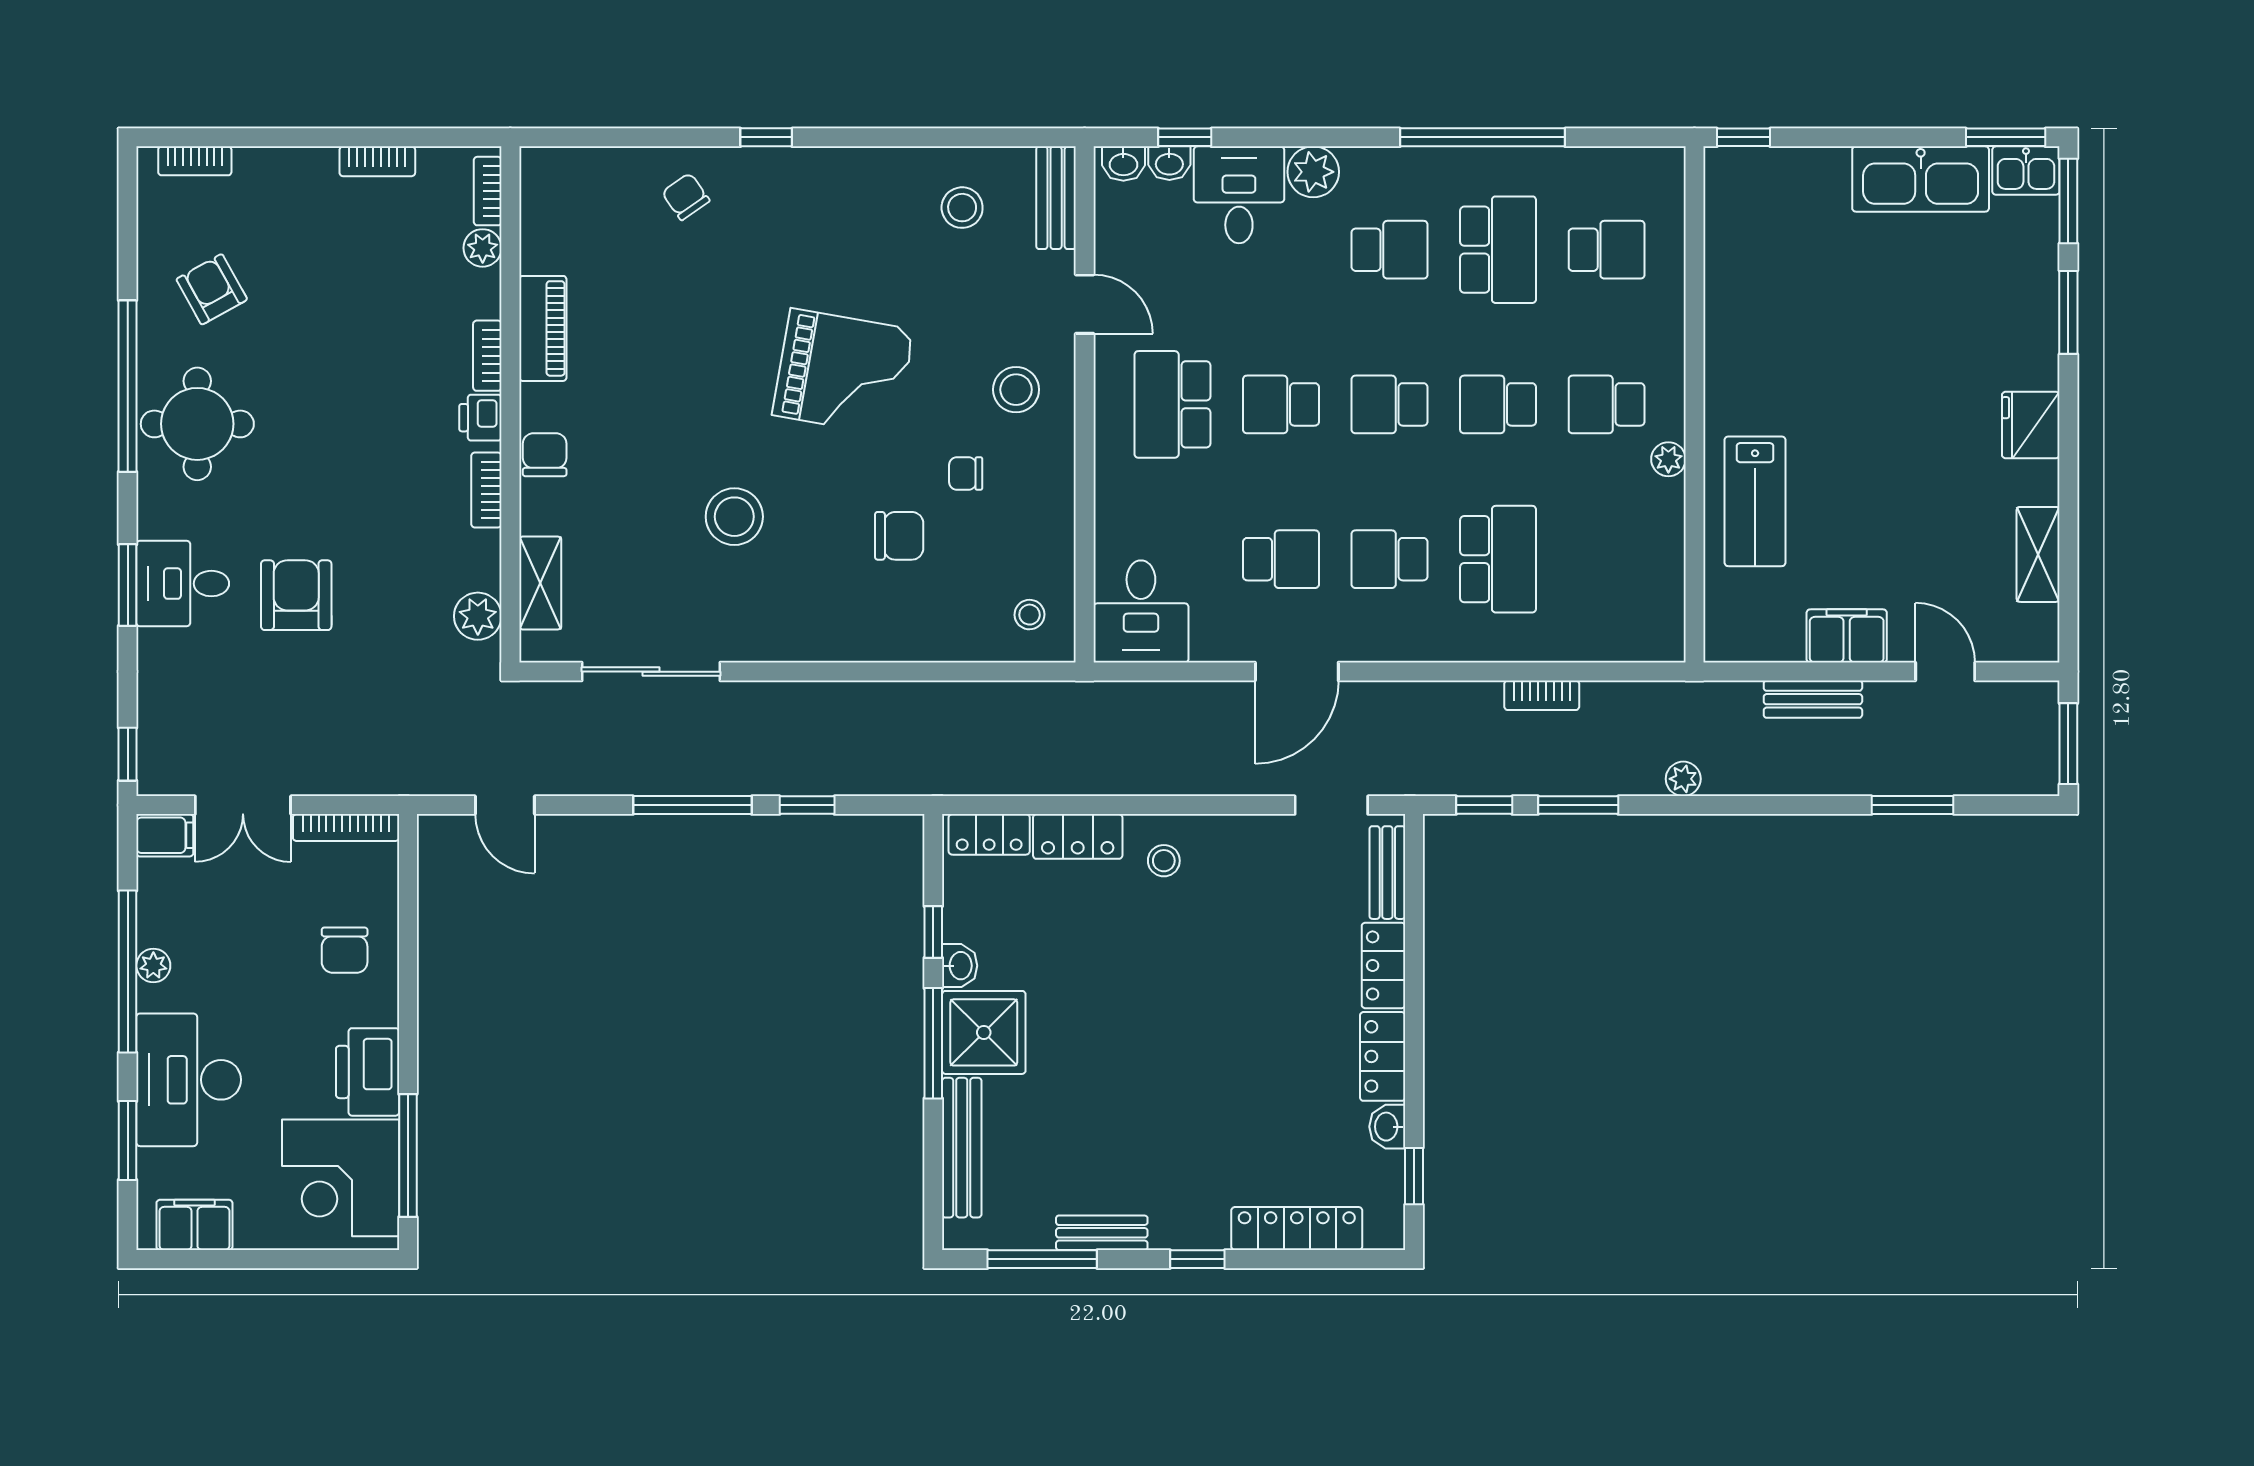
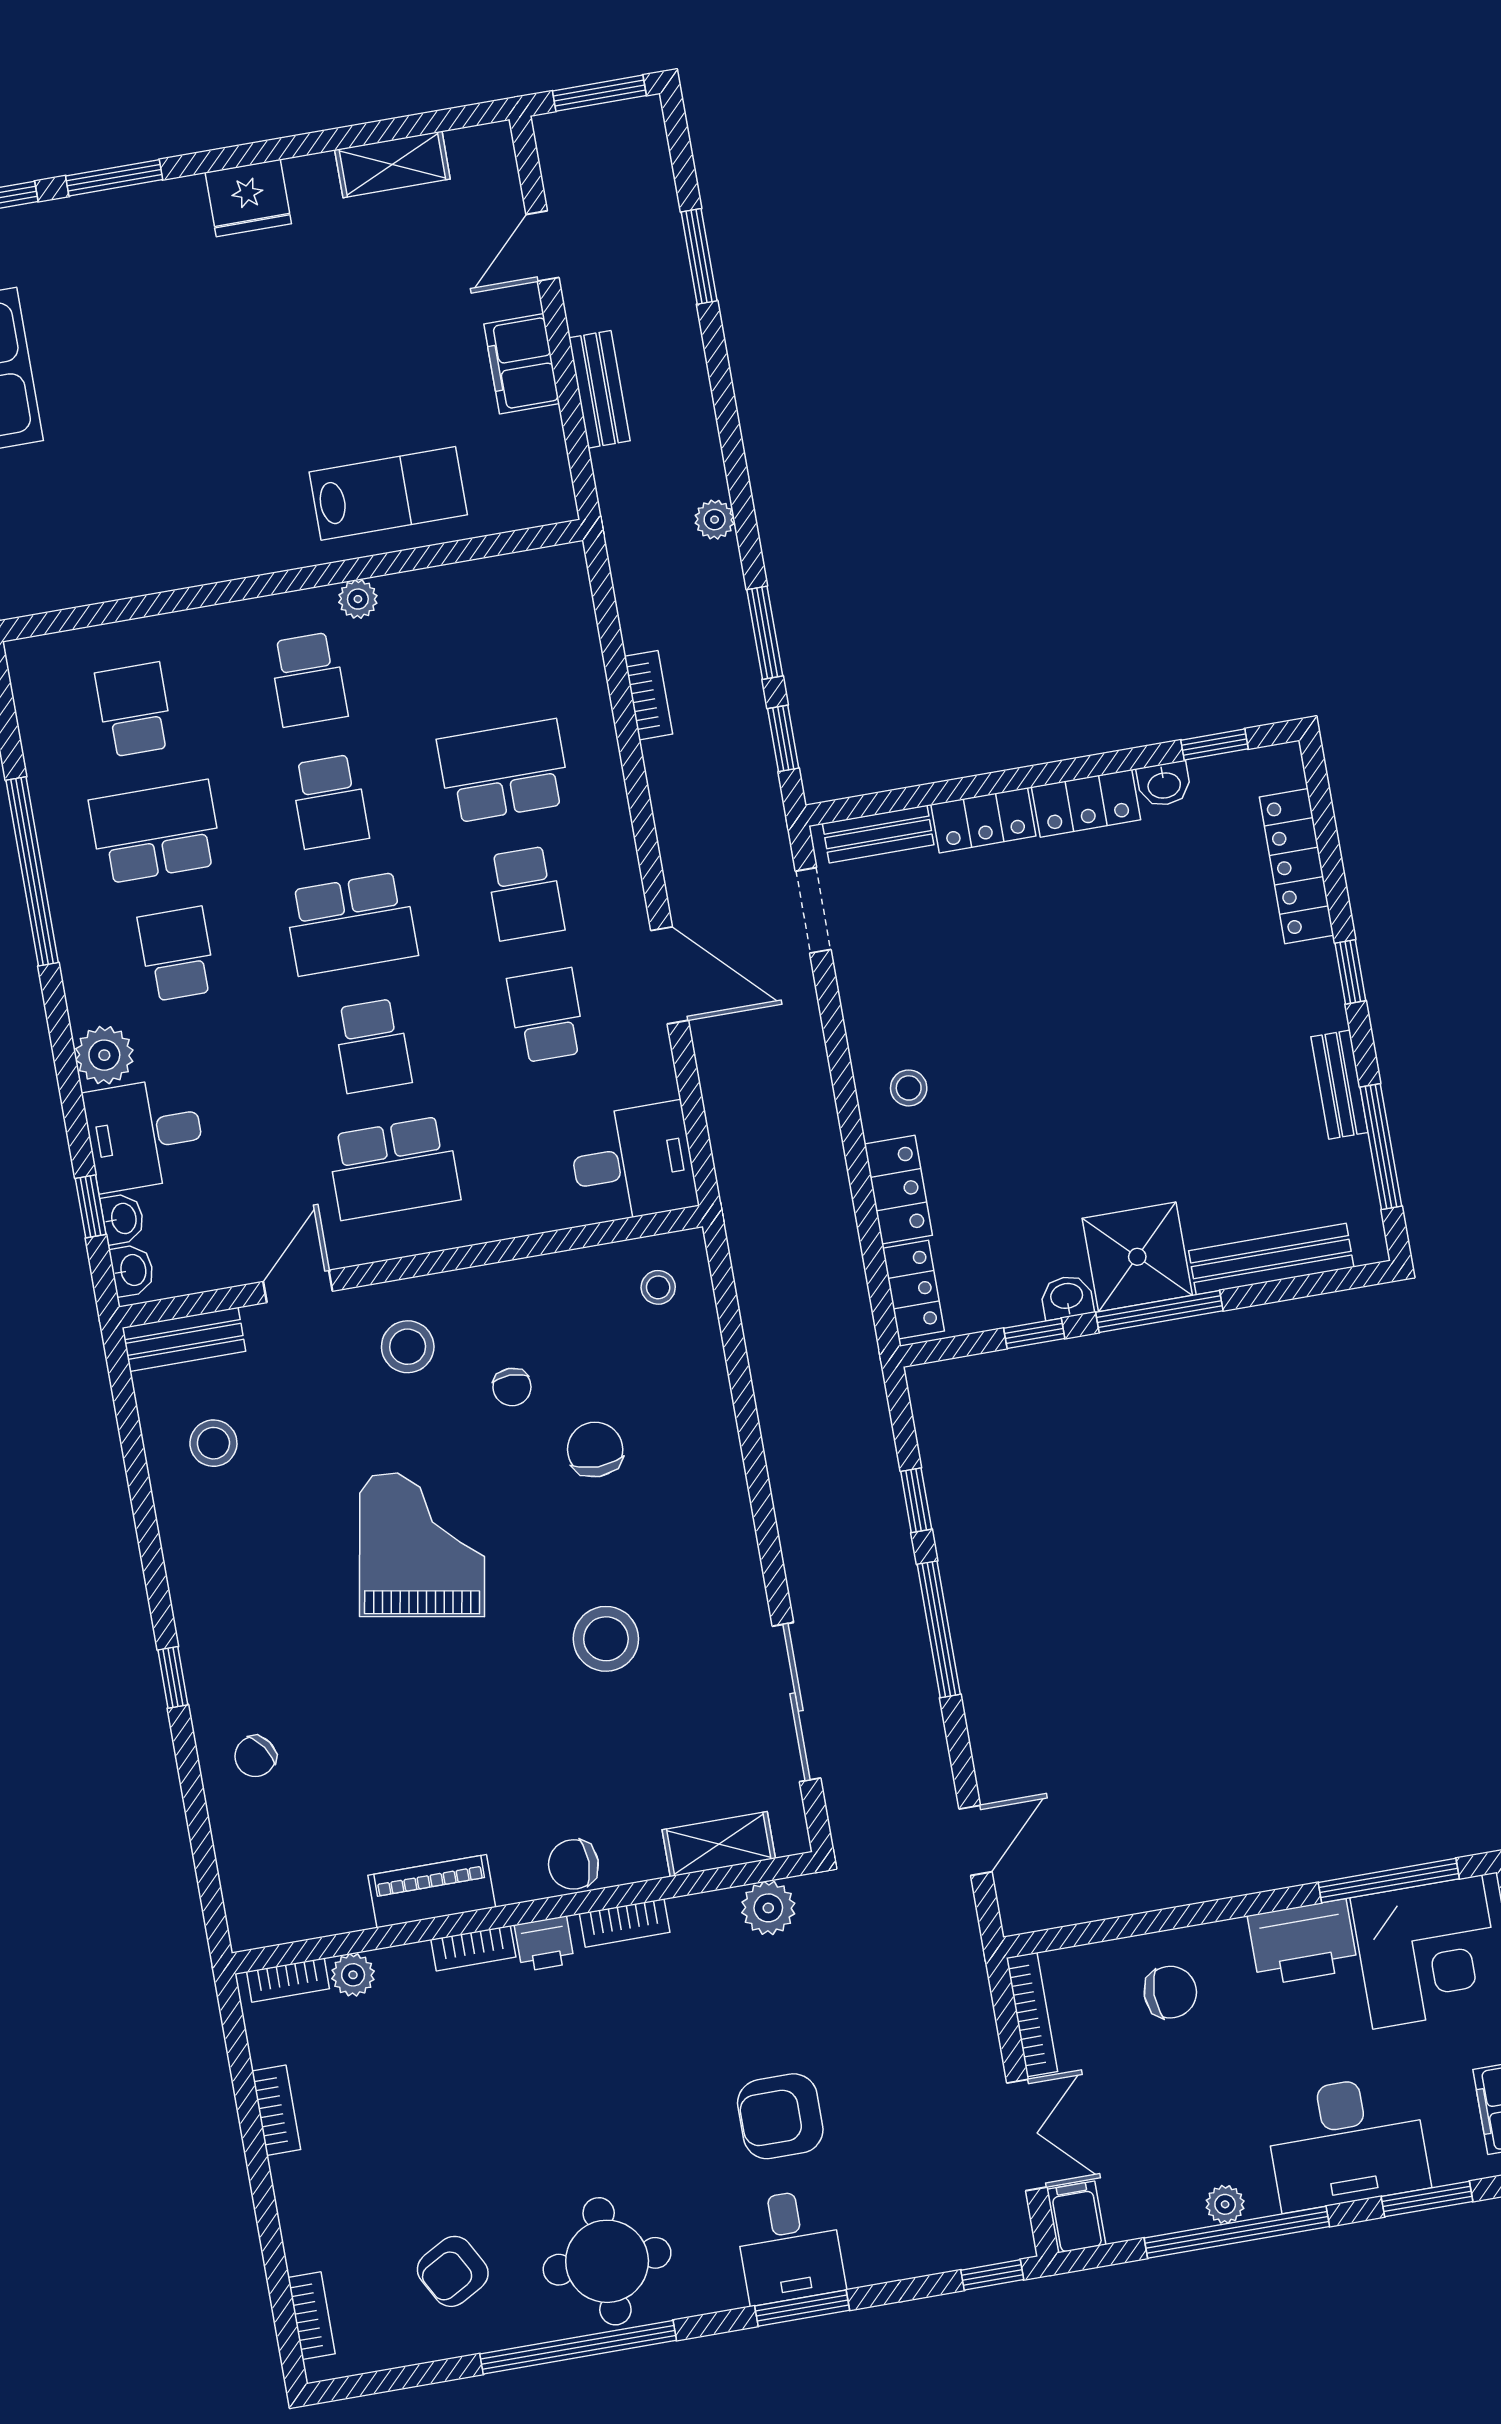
school desk: (1390, 404) -> (351, 924), width x1.85

